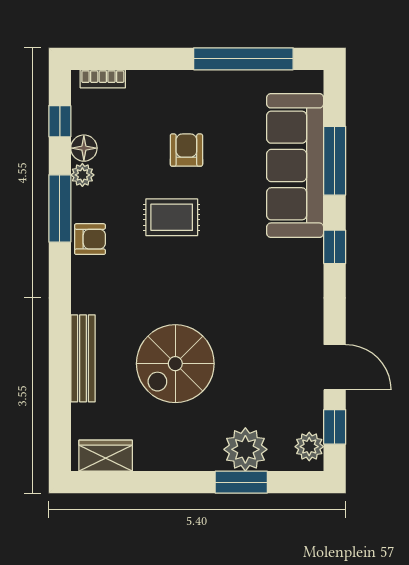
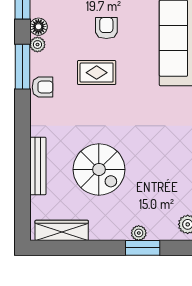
spiral stairs: (175, 364) -> (99, 169), turned -90
plant: (245, 449) -> (139, 233), width x0.53, depth x0.53
wardrobe: (106, 456) -> (62, 230), width x1.50

